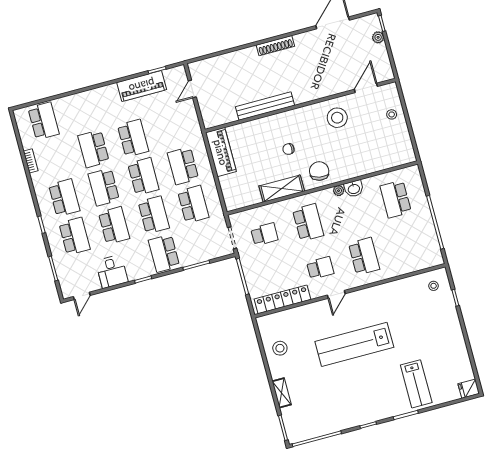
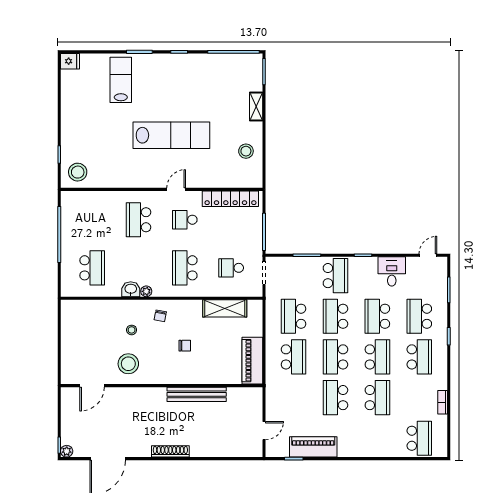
plant: (378, 37) -> (67, 451), moved
stool: (392, 114) -> (132, 330), moved
school desk: (44, 121) -> (419, 438), turned 180
chair: (319, 171) -> (160, 316), width x0.54, depth x0.54
shelving: (282, 189) -> (225, 308), moved
school desk: (64, 198) -> (419, 357), turned 180
stool: (434, 286) -> (78, 172), width x1.89, depth x1.89

